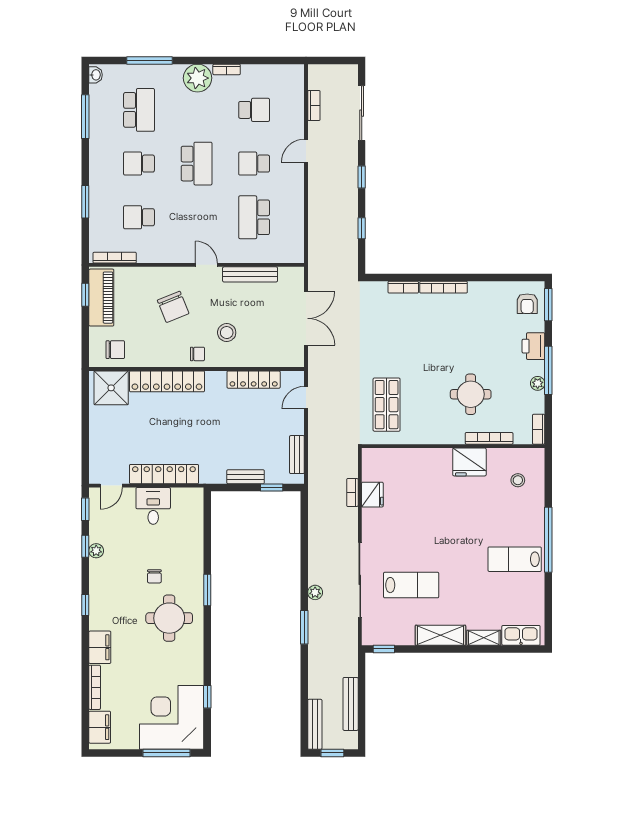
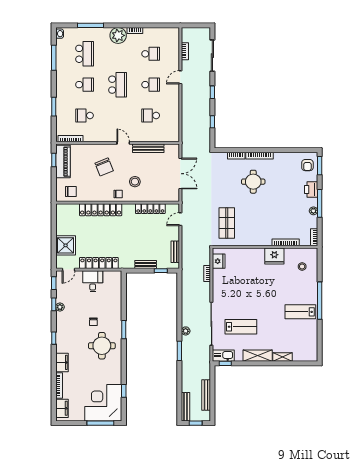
school desk: (139, 164) -> (85, 85), turned 180
school desk: (254, 164) -> (151, 85), turned 180
school desk: (254, 217) -> (151, 115), width x0.54
shower: (111, 388) -> (66, 245), moved
round table: (471, 394) -> (253, 182), moved
fridge: (372, 495) -> (219, 261), moved
kitchen sink: (521, 635) -> (223, 356), moved

